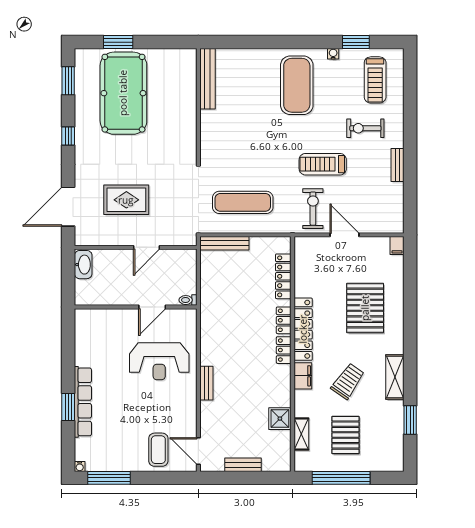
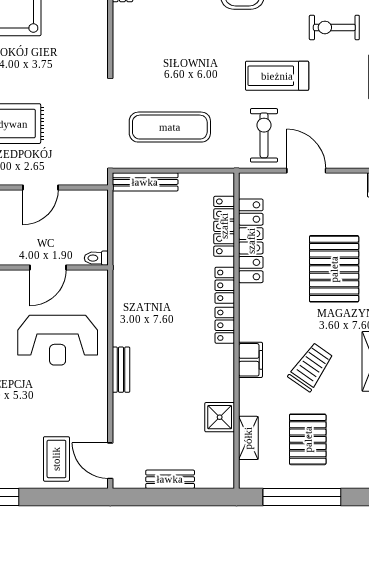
locker: (303, 329) -> (251, 241), moved

